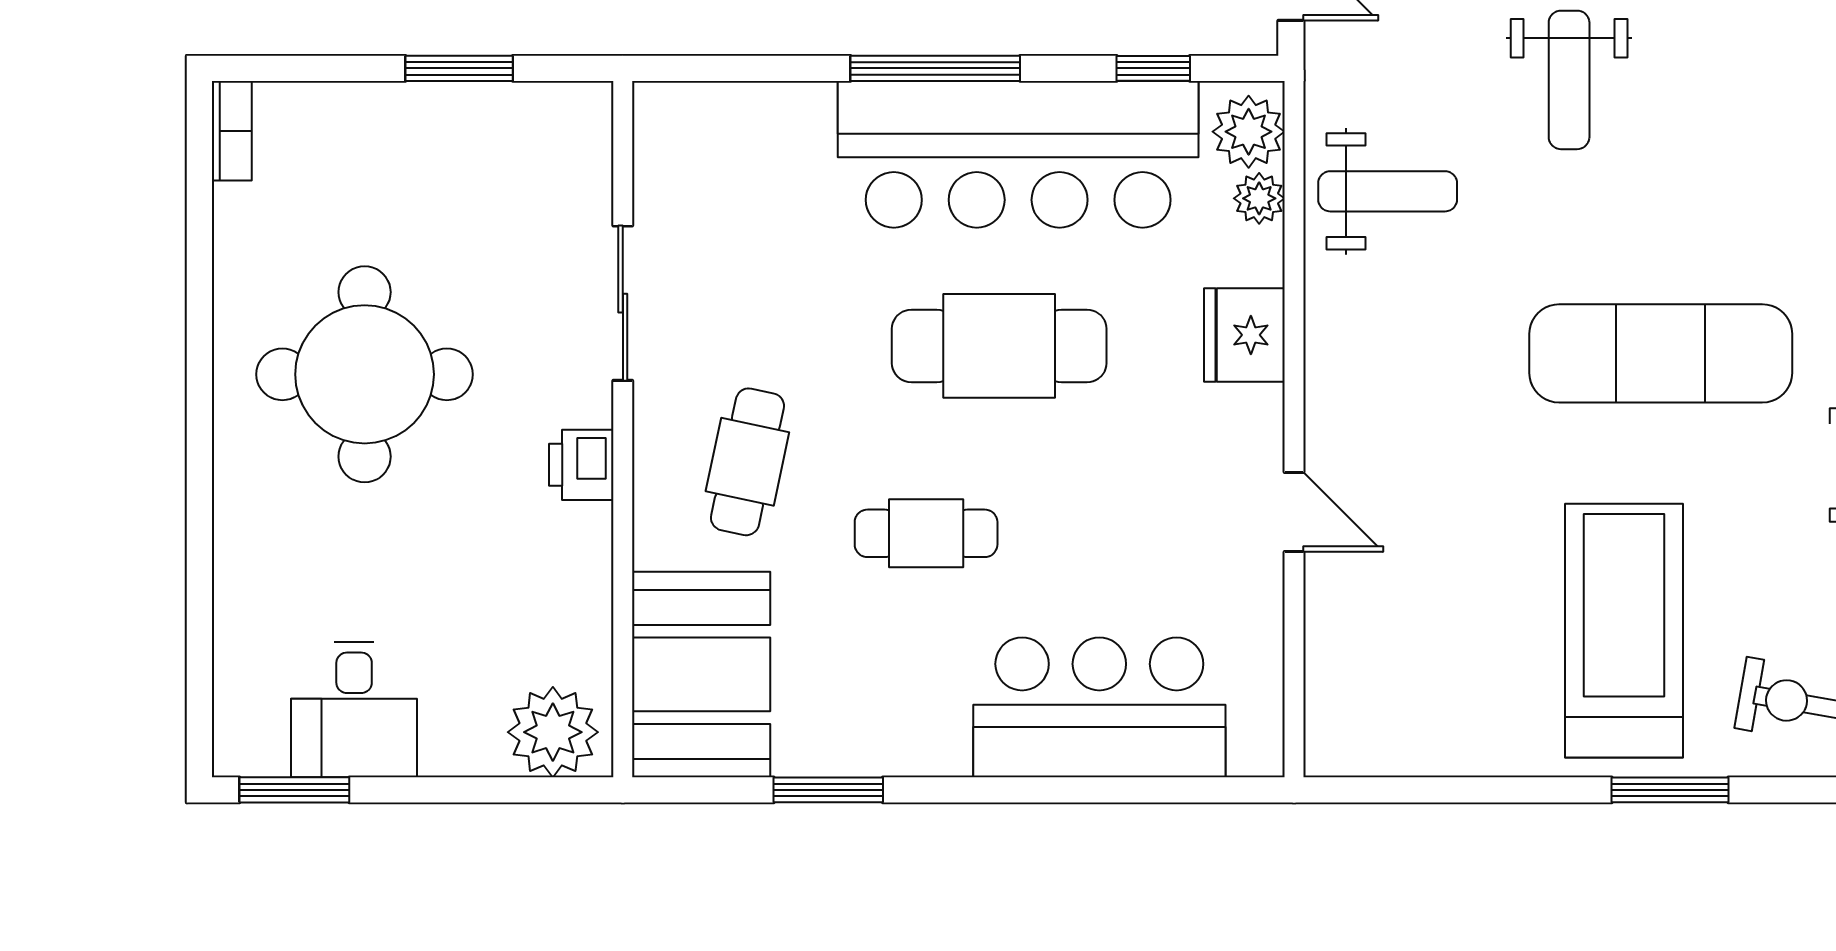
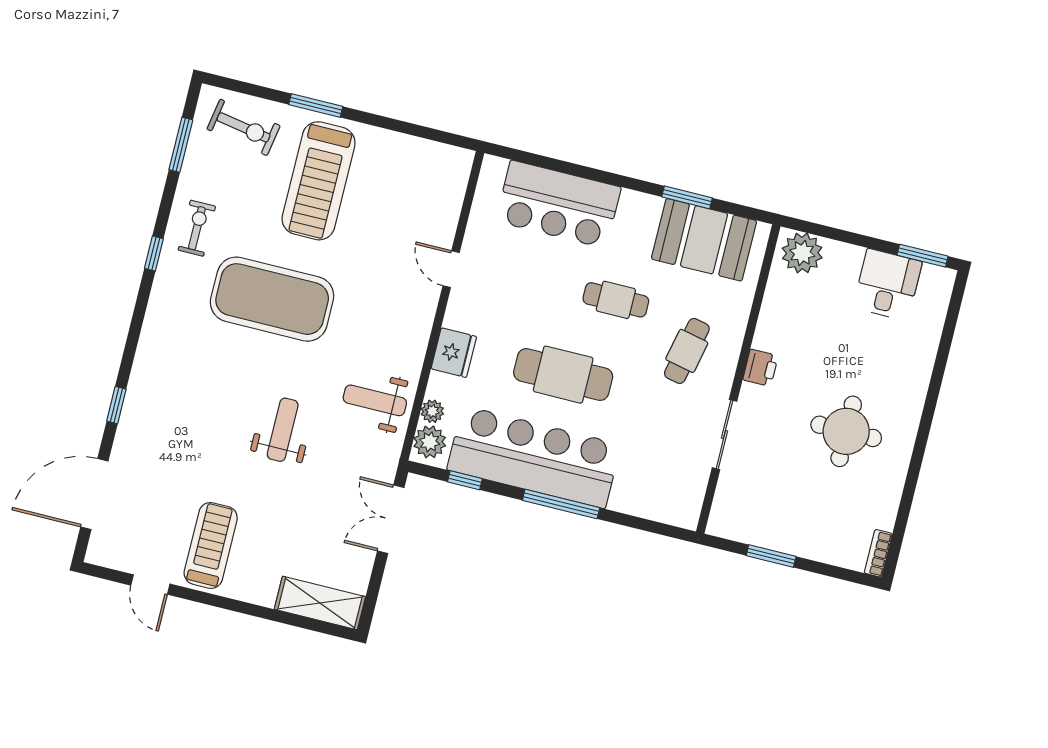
exercise mat: (1661, 353) -> (272, 299), width x1.47
round table: (365, 374) -> (846, 431), width x0.73, depth x0.73
booth: (701, 674) -> (704, 240), moved, turned 90

